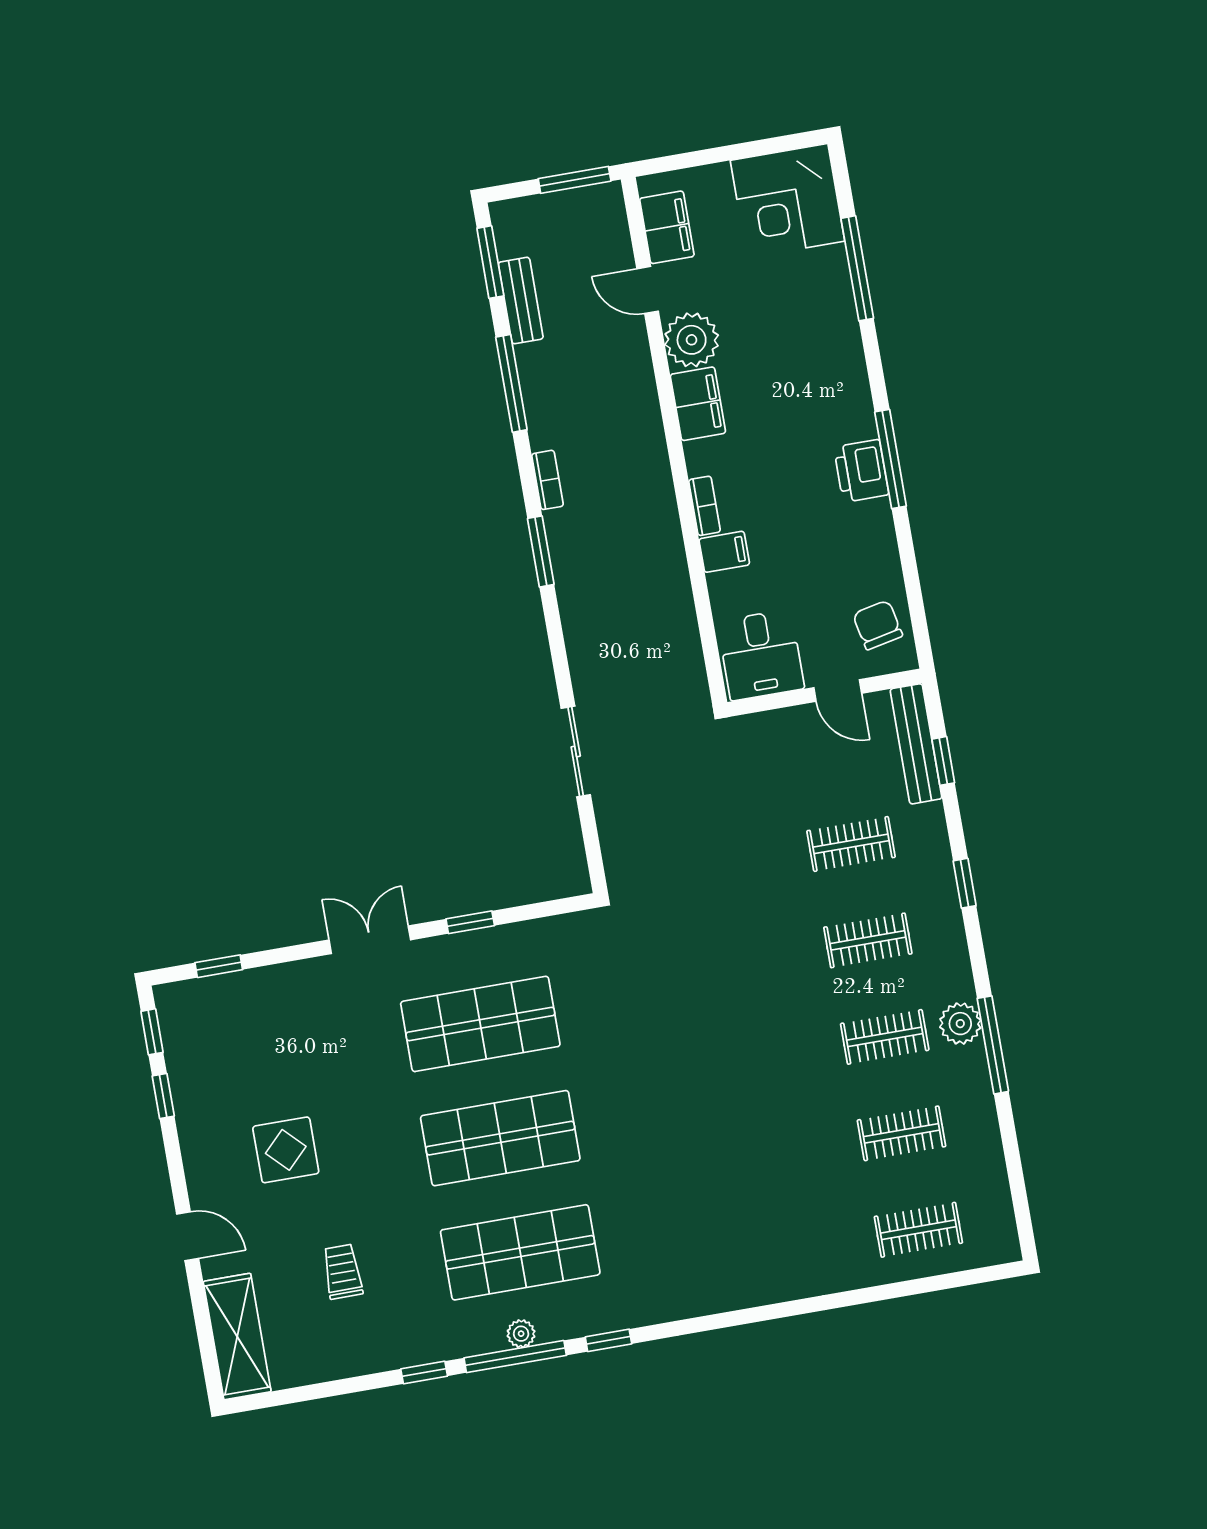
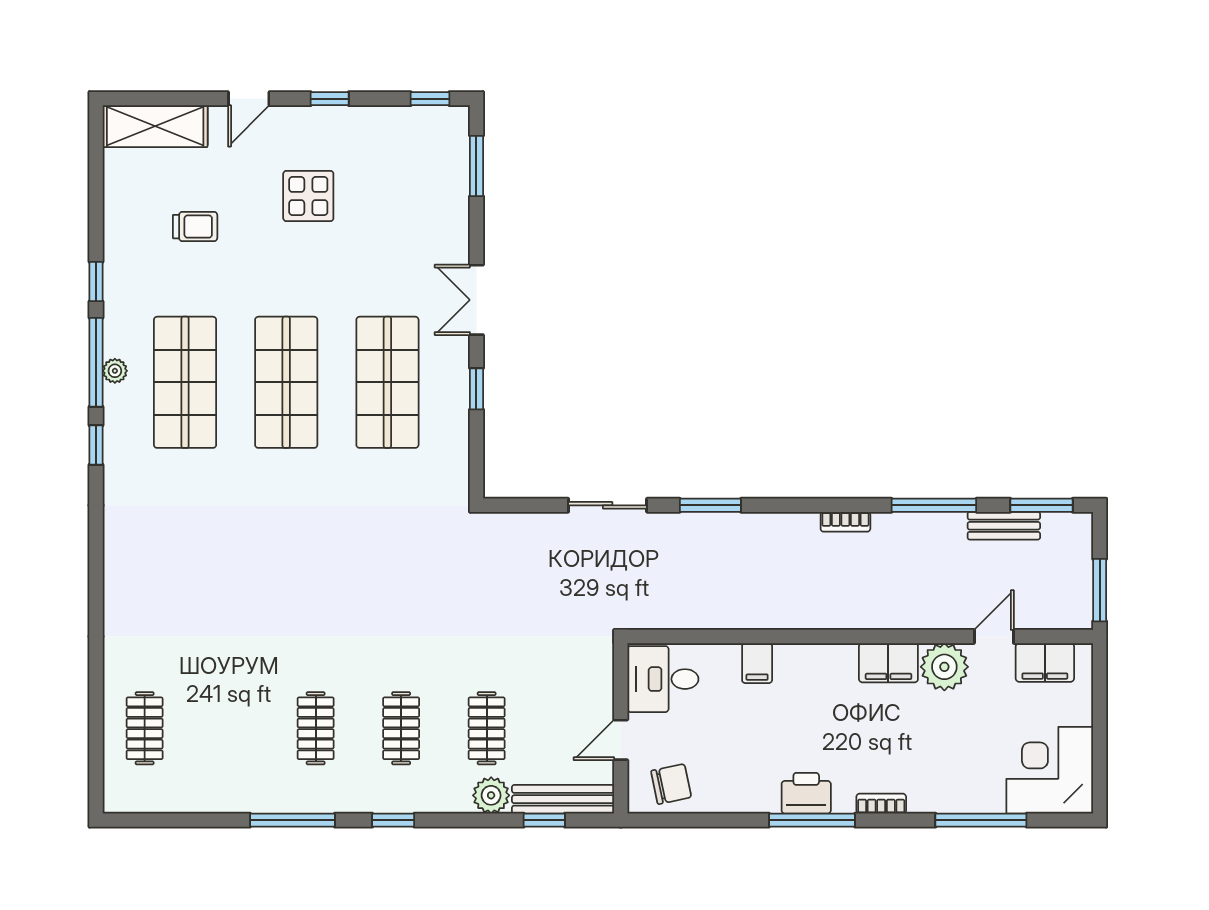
bookcase: (704, 506) -> (881, 804), moved, turned 180
window: (541, 551) -> (710, 505), moved
window: (965, 883) -> (393, 820), moved
double door: (370, 940) -> (476, 300), swing flipped
window: (219, 966) -> (476, 166), width x1.50
plant: (960, 1024) -> (491, 795), moved
window: (163, 1096) -> (330, 99), moved
clothes rail: (902, 1133) -> (230, 728), removed

